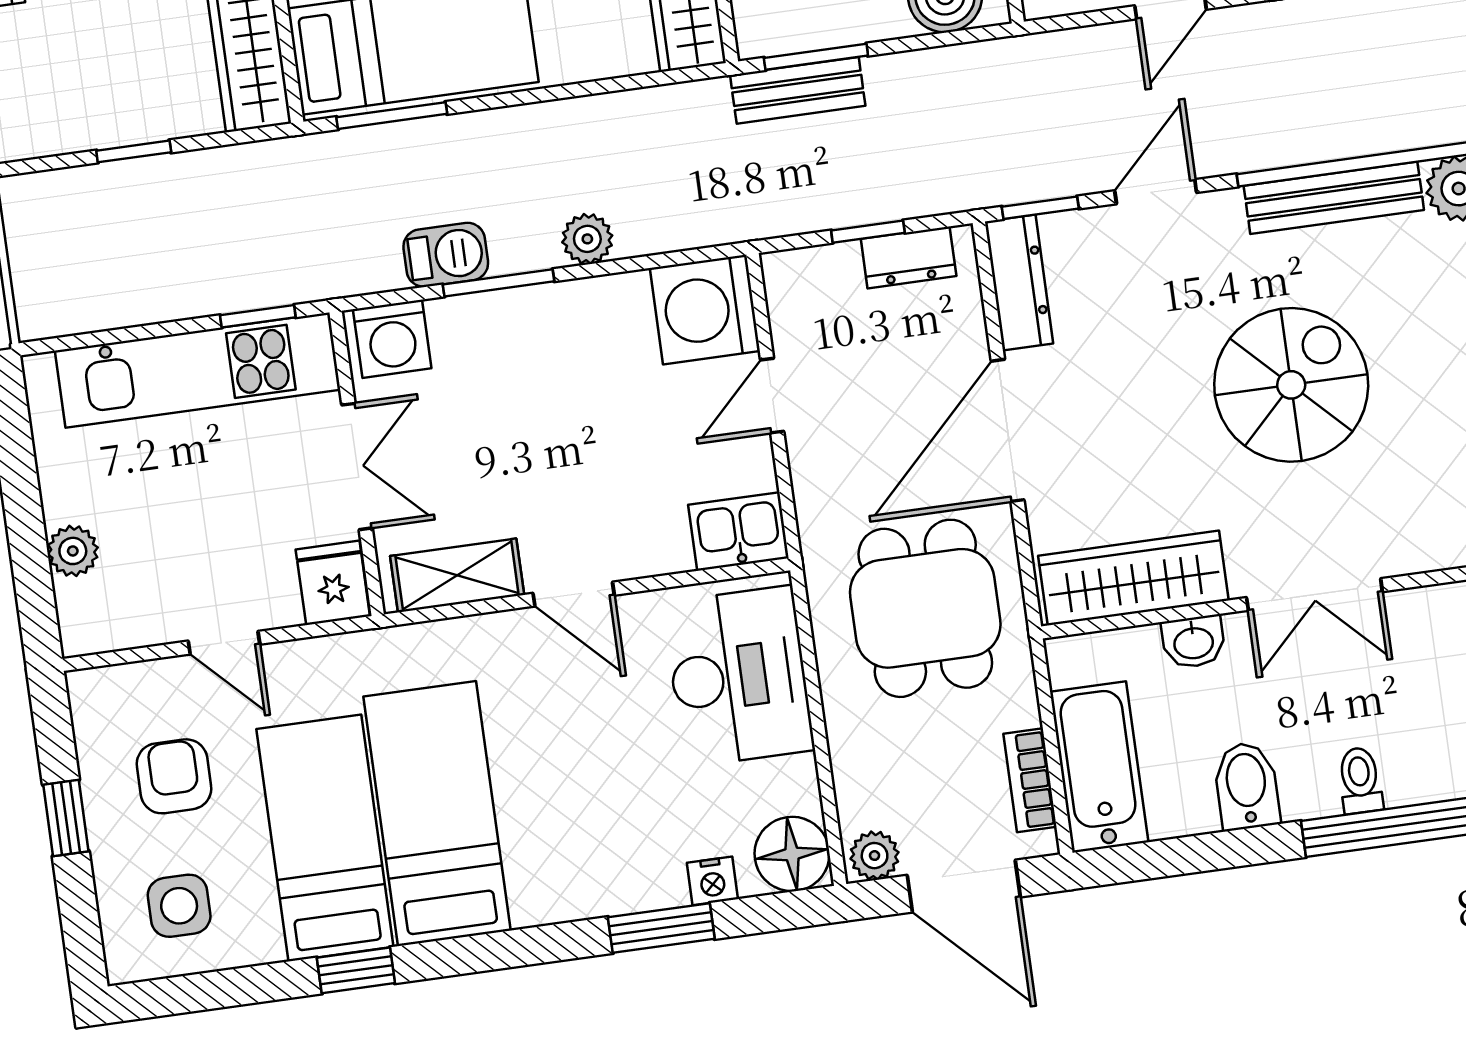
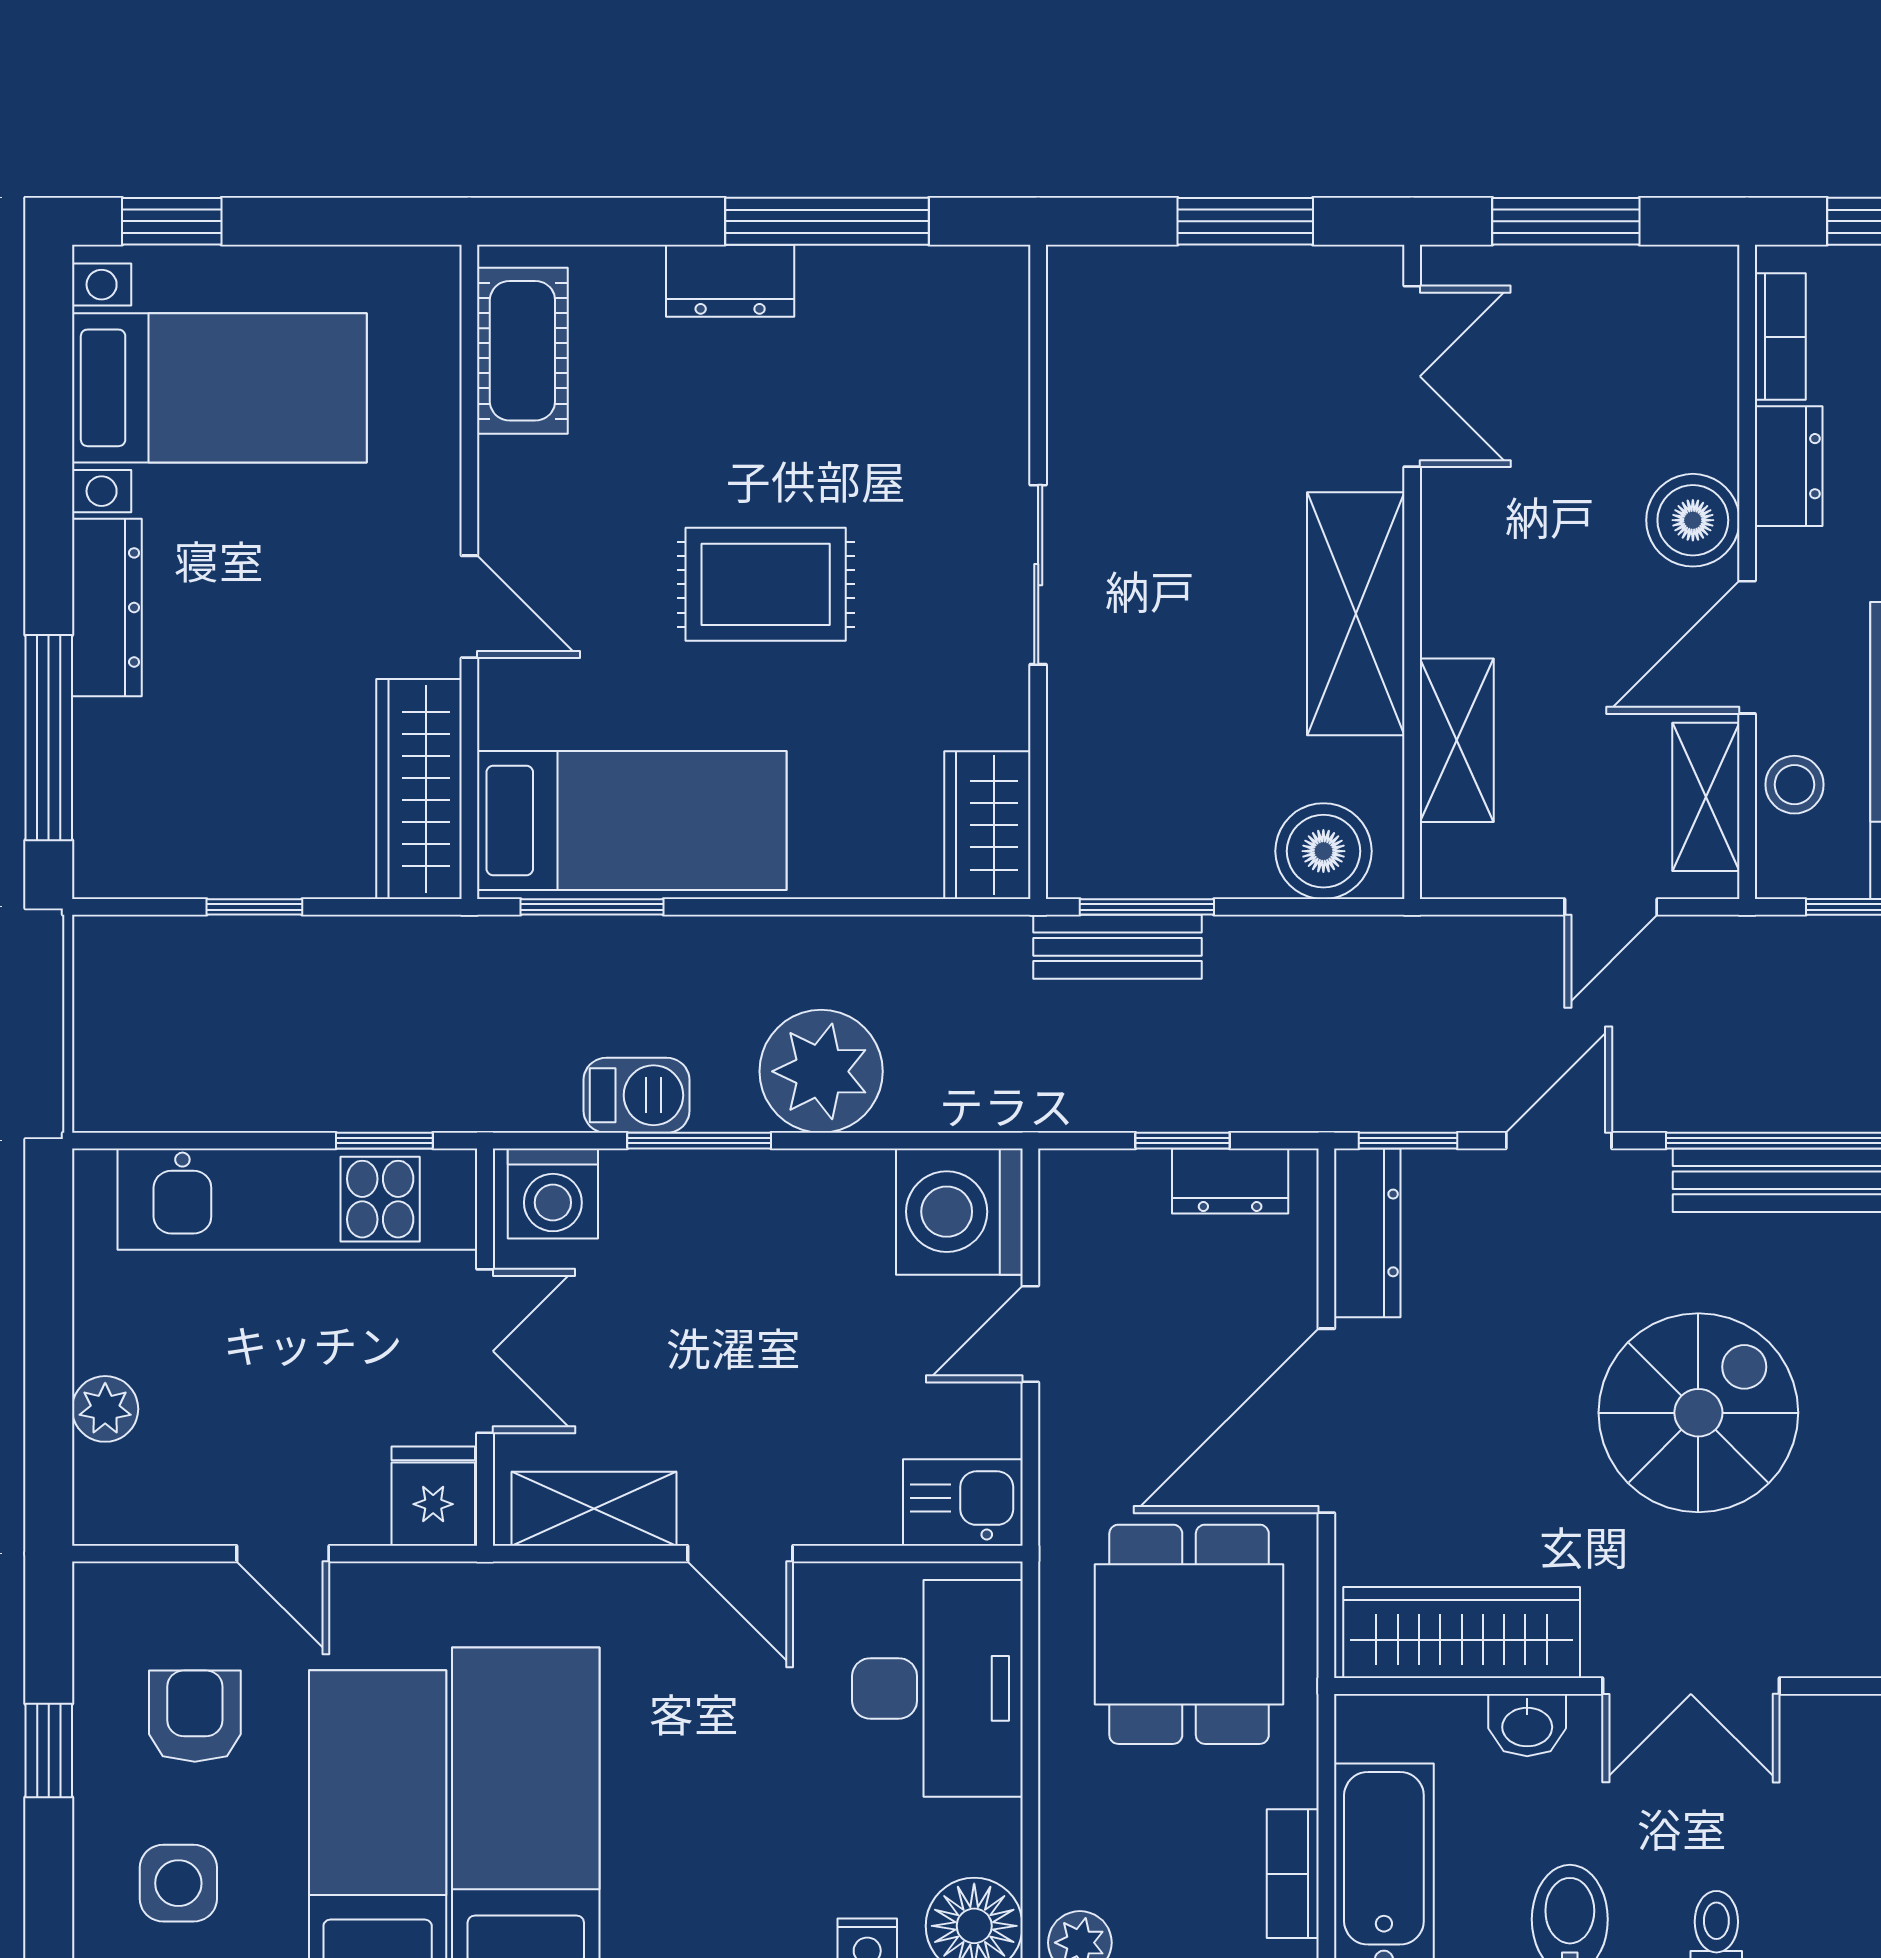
plant: (587, 239) -> (821, 1071), width x1.87, depth x1.87

